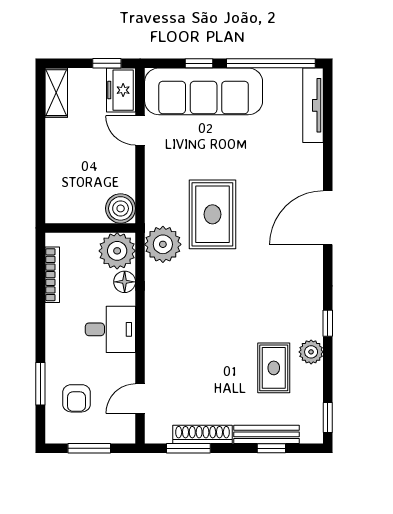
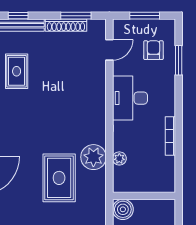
boiler: (121, 208) -> (123, 209), moved
wall: (90, 228) -> (144, 196), moved
plant: (117, 251) -> (119, 158), width x0.53, depth x0.53
floor lamp: (125, 282) -> (120, 131), removed
desk: (110, 329) -> (130, 98), width x1.37

